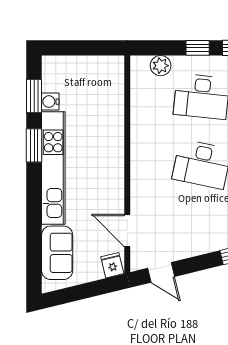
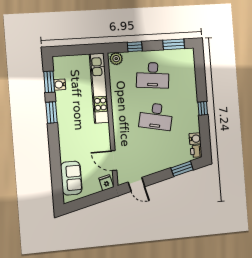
window: (198, 48) -> (135, 47), moved
plant: (161, 66) -> (116, 59), moved
kitchen unit: (53, 168) -> (99, 88), moved, turned 180

